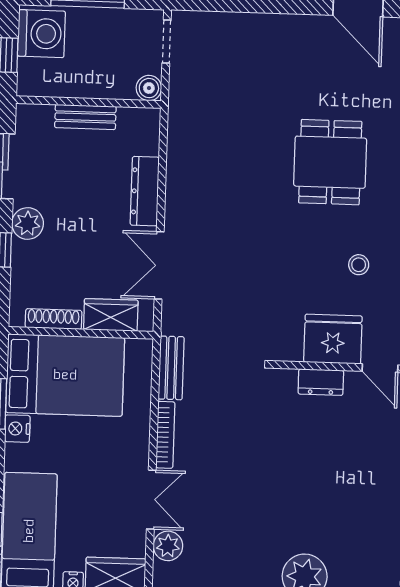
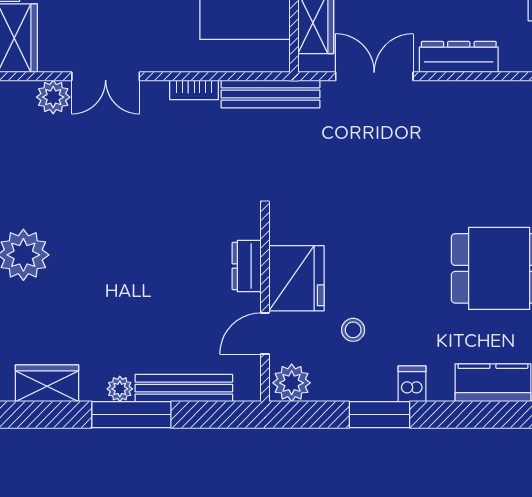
stool: (359, 265) -> (353, 330), moved
bench: (171, 368) -> (270, 94), width x1.36
bookcase: (165, 435) -> (194, 90), width x0.64

